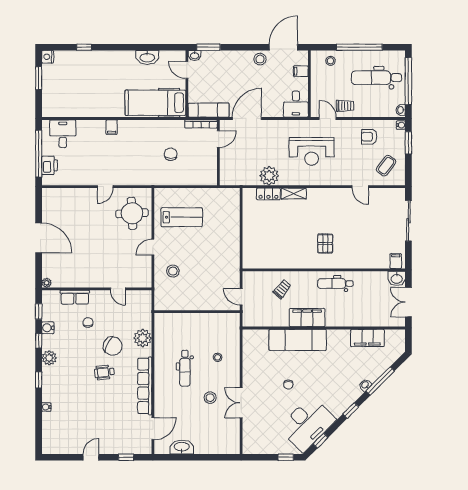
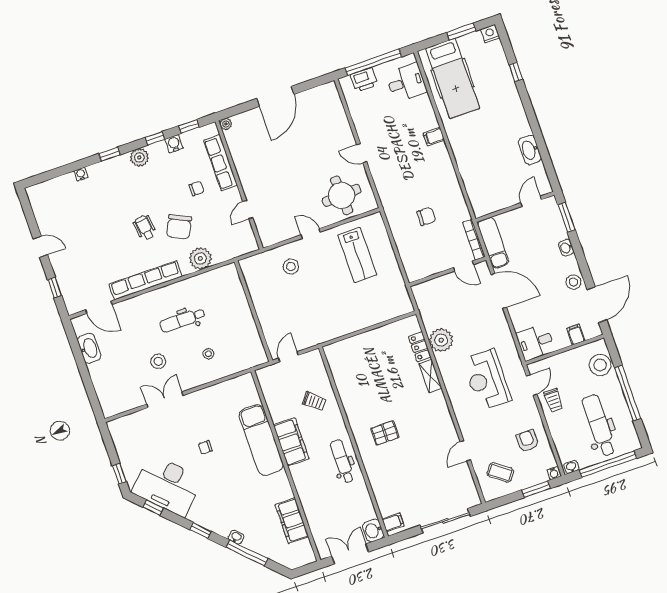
door: (283, 47) -> (597, 305), hinge flipped
washbasin: (195, 55) -> (566, 248), moved
stool: (330, 61) -> (600, 365), width x1.89, depth x1.89
hospital bed: (155, 103) -> (453, 78), moved, turned 180
row of seats: (75, 297) -> (221, 163), width x1.48

